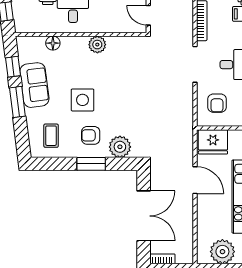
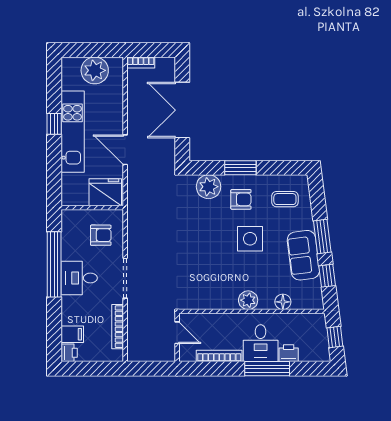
plant: (97, 45) -> (248, 300), moved
armchair: (217, 103) -> (101, 235), turned 90
coffee table: (51, 136) -> (285, 199), turned 90
bookcase: (162, 259) -> (141, 62), moved

